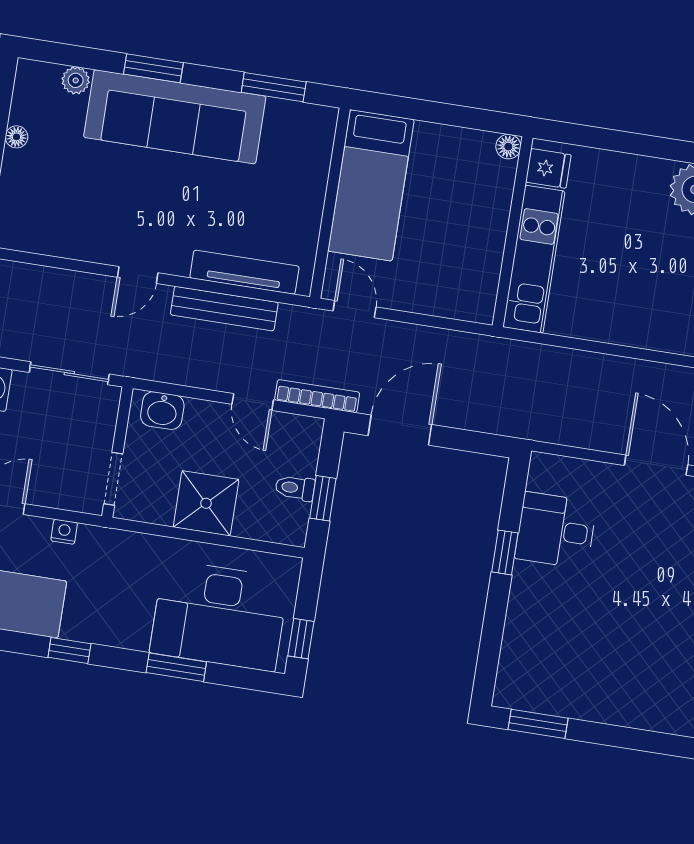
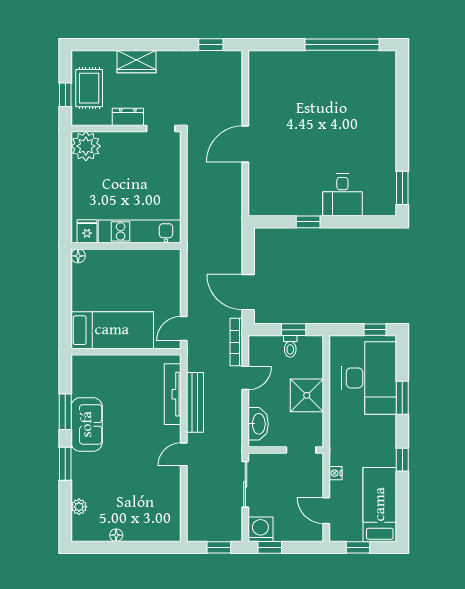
window: (274, 87) -> (65, 412), moved
sofa: (175, 117) -> (87, 424), width x0.54, depth x0.79
door: (138, 275) -> (184, 454), swing flipped
washbasin: (162, 411) -> (258, 424), width x1.38
desk: (556, 530) -> (342, 195), moved

